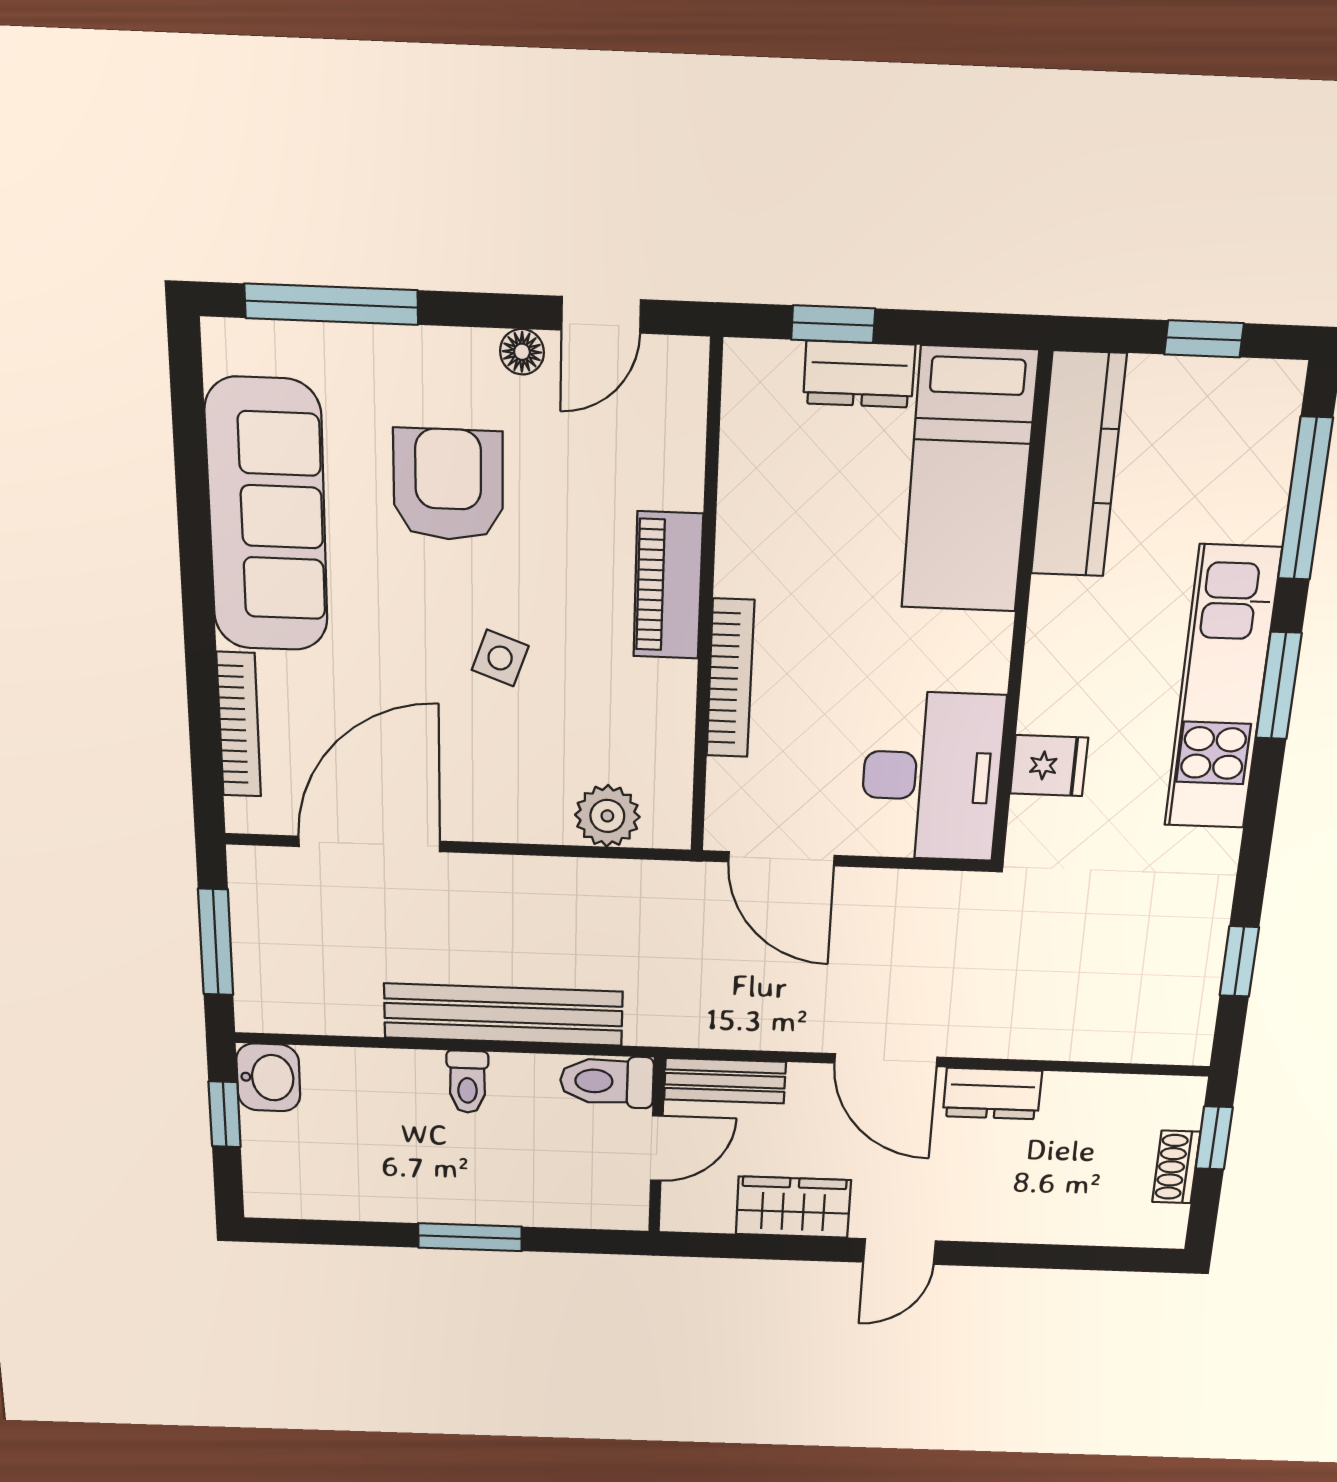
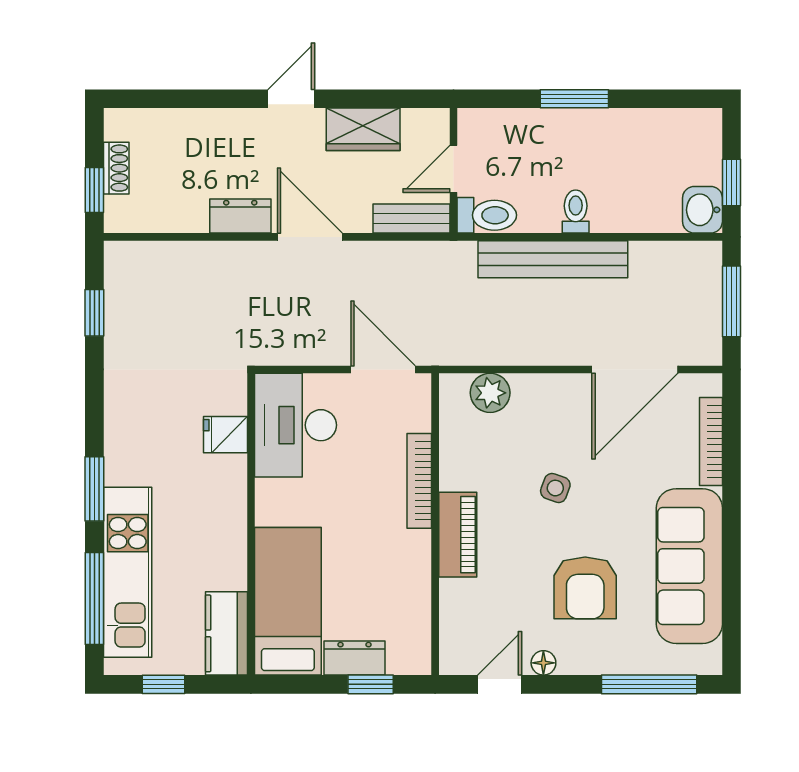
kitchen counter: (1078, 465) -> (226, 633), width x0.67
kitchen unit: (1222, 689) -> (128, 572), moved

